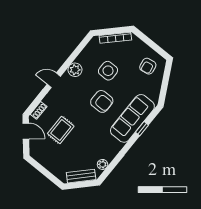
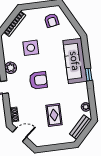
armchair: (102, 101) -> (38, 80), moved
window: (142, 129) -> (89, 75), moved
rug: (61, 130) -> (54, 115), moved

